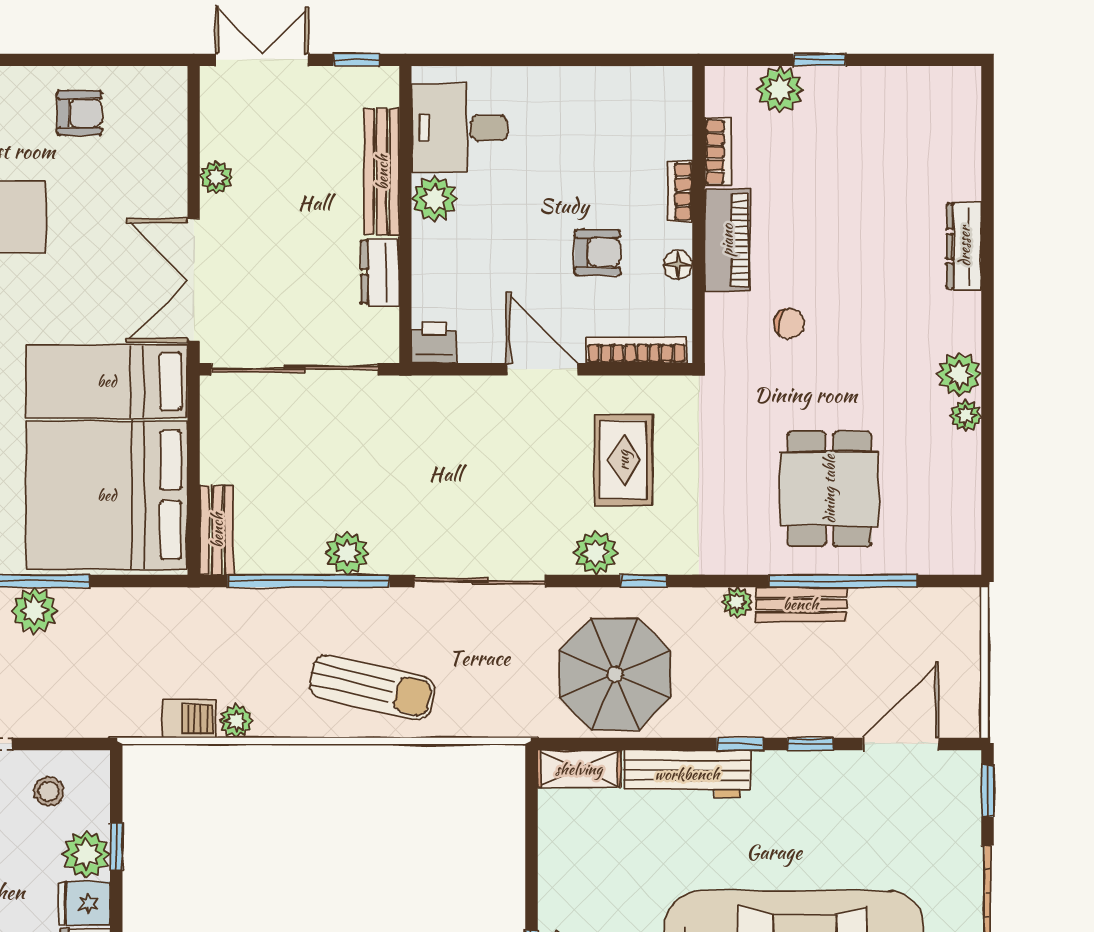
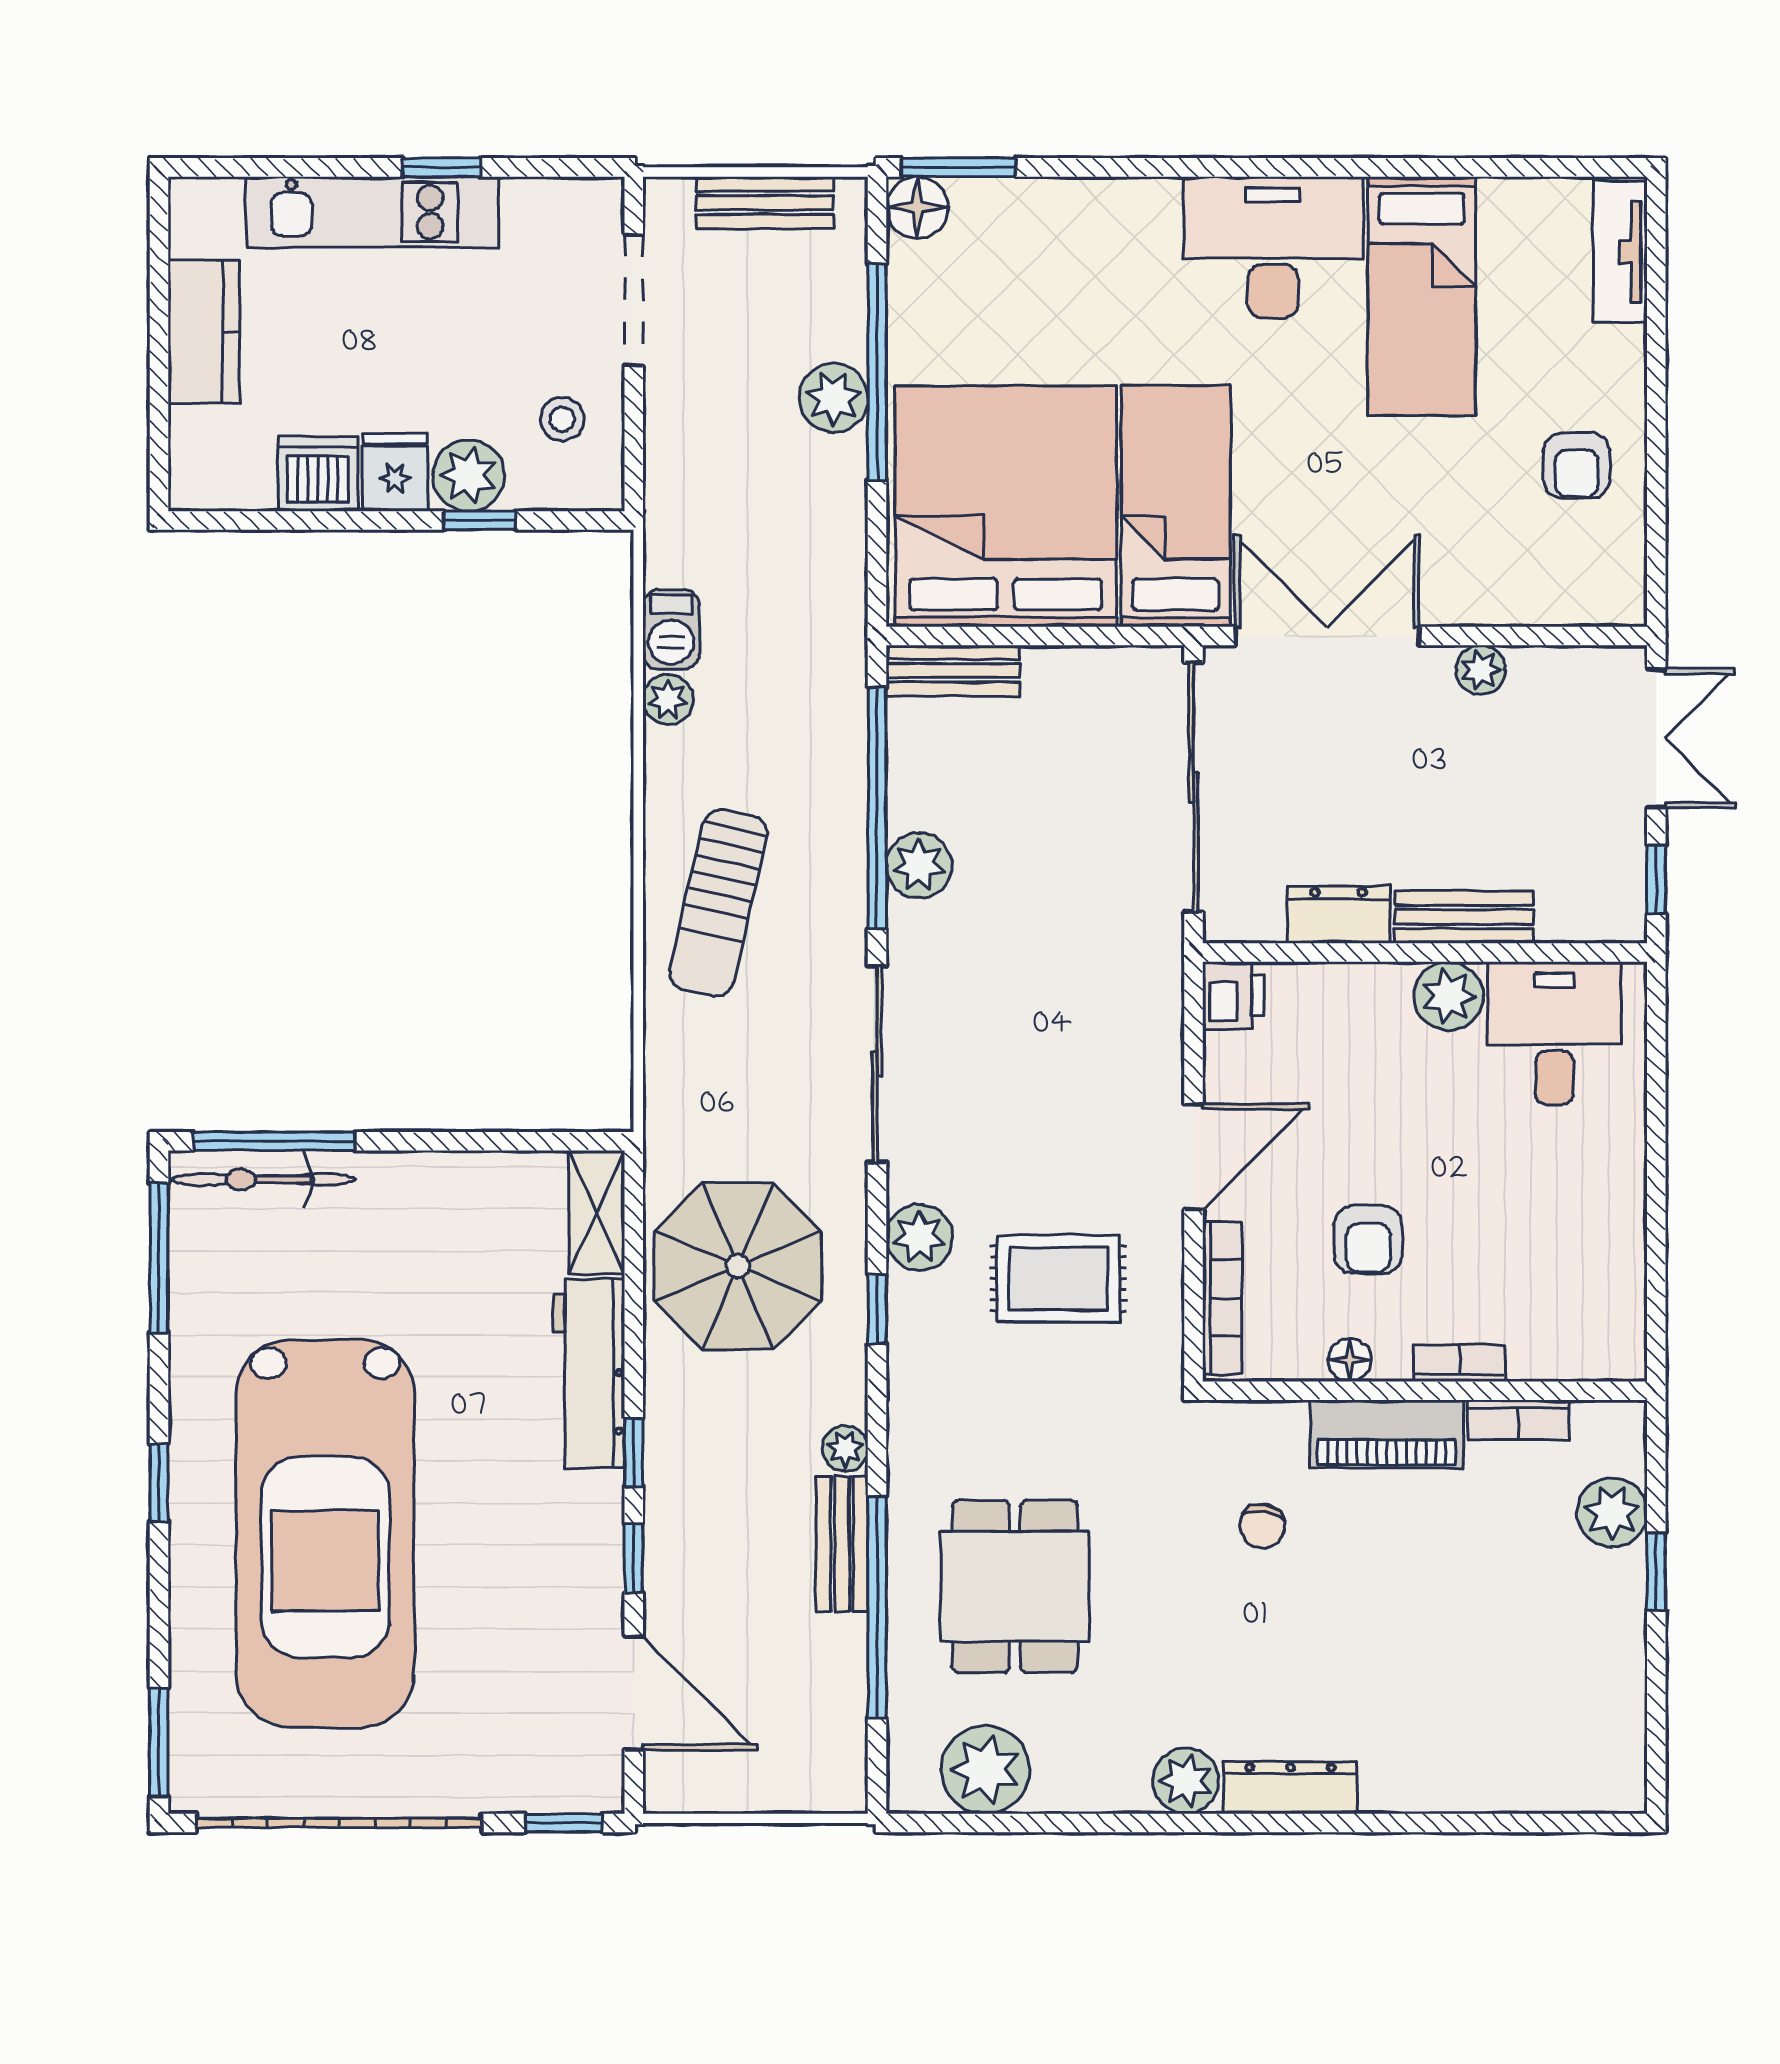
bench: (382, 172) -> (1464, 917), width x0.73
dresser: (964, 246) -> (1290, 1788), moved
plant: (966, 416) -> (985, 1770), moved, width x1.87, depth x1.87
dining table: (829, 489) -> (1015, 1586), turned 90

